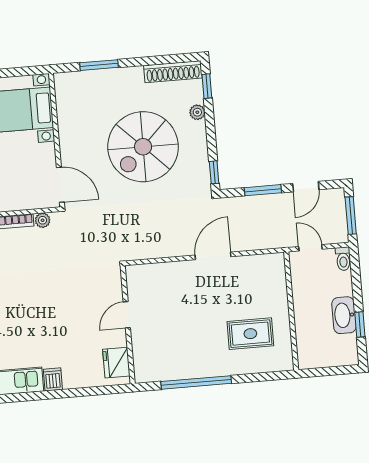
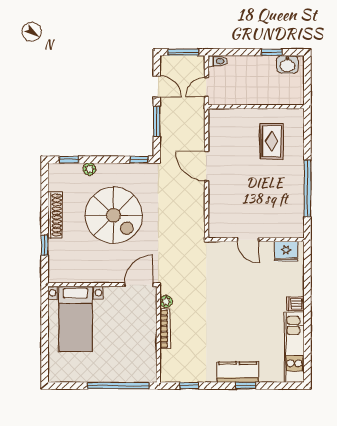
window: (99, 65) -> (45, 245), width x0.67
shoe rack: (173, 72) -> (55, 215), moved
washbasin: (344, 315) -> (287, 64), moved, width x0.72

